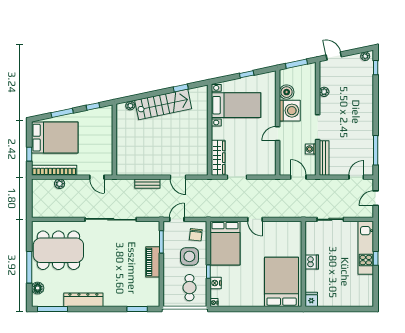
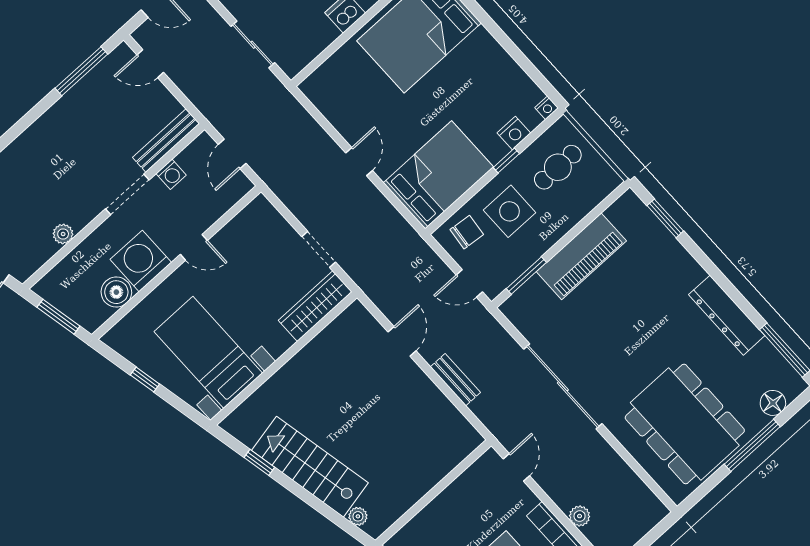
piano: (153, 262) -> (581, 256), width x1.37, depth x1.33

